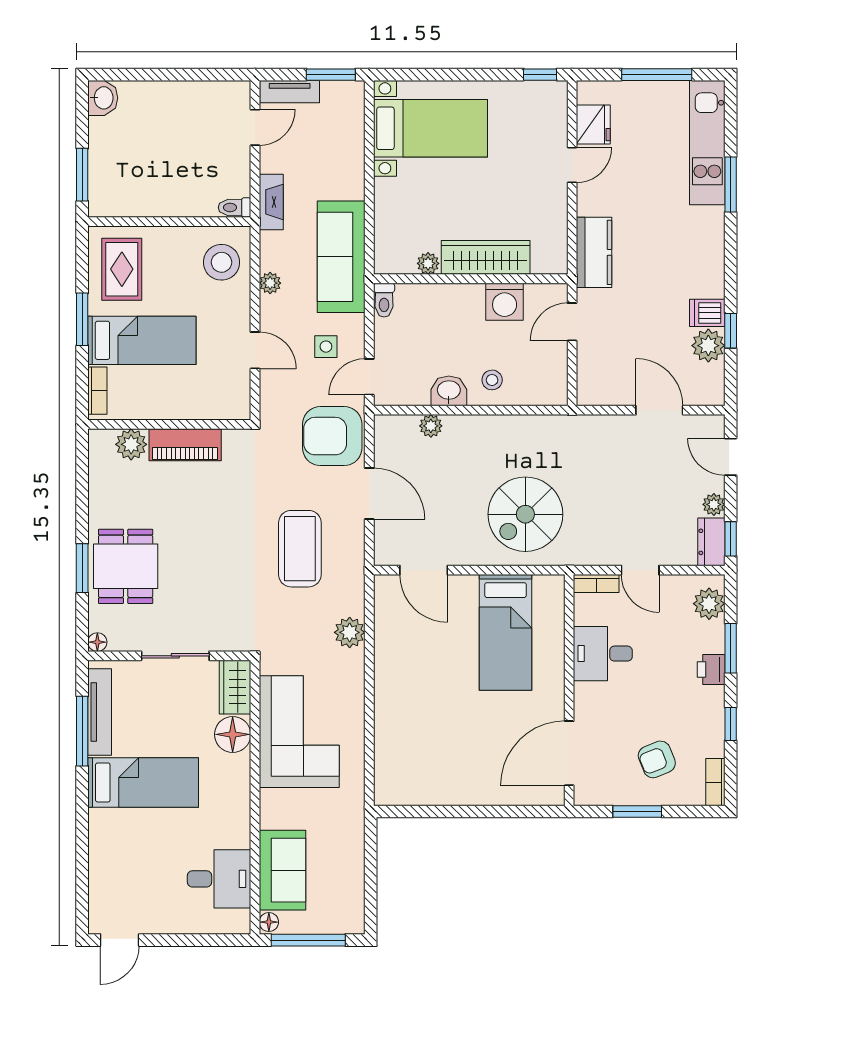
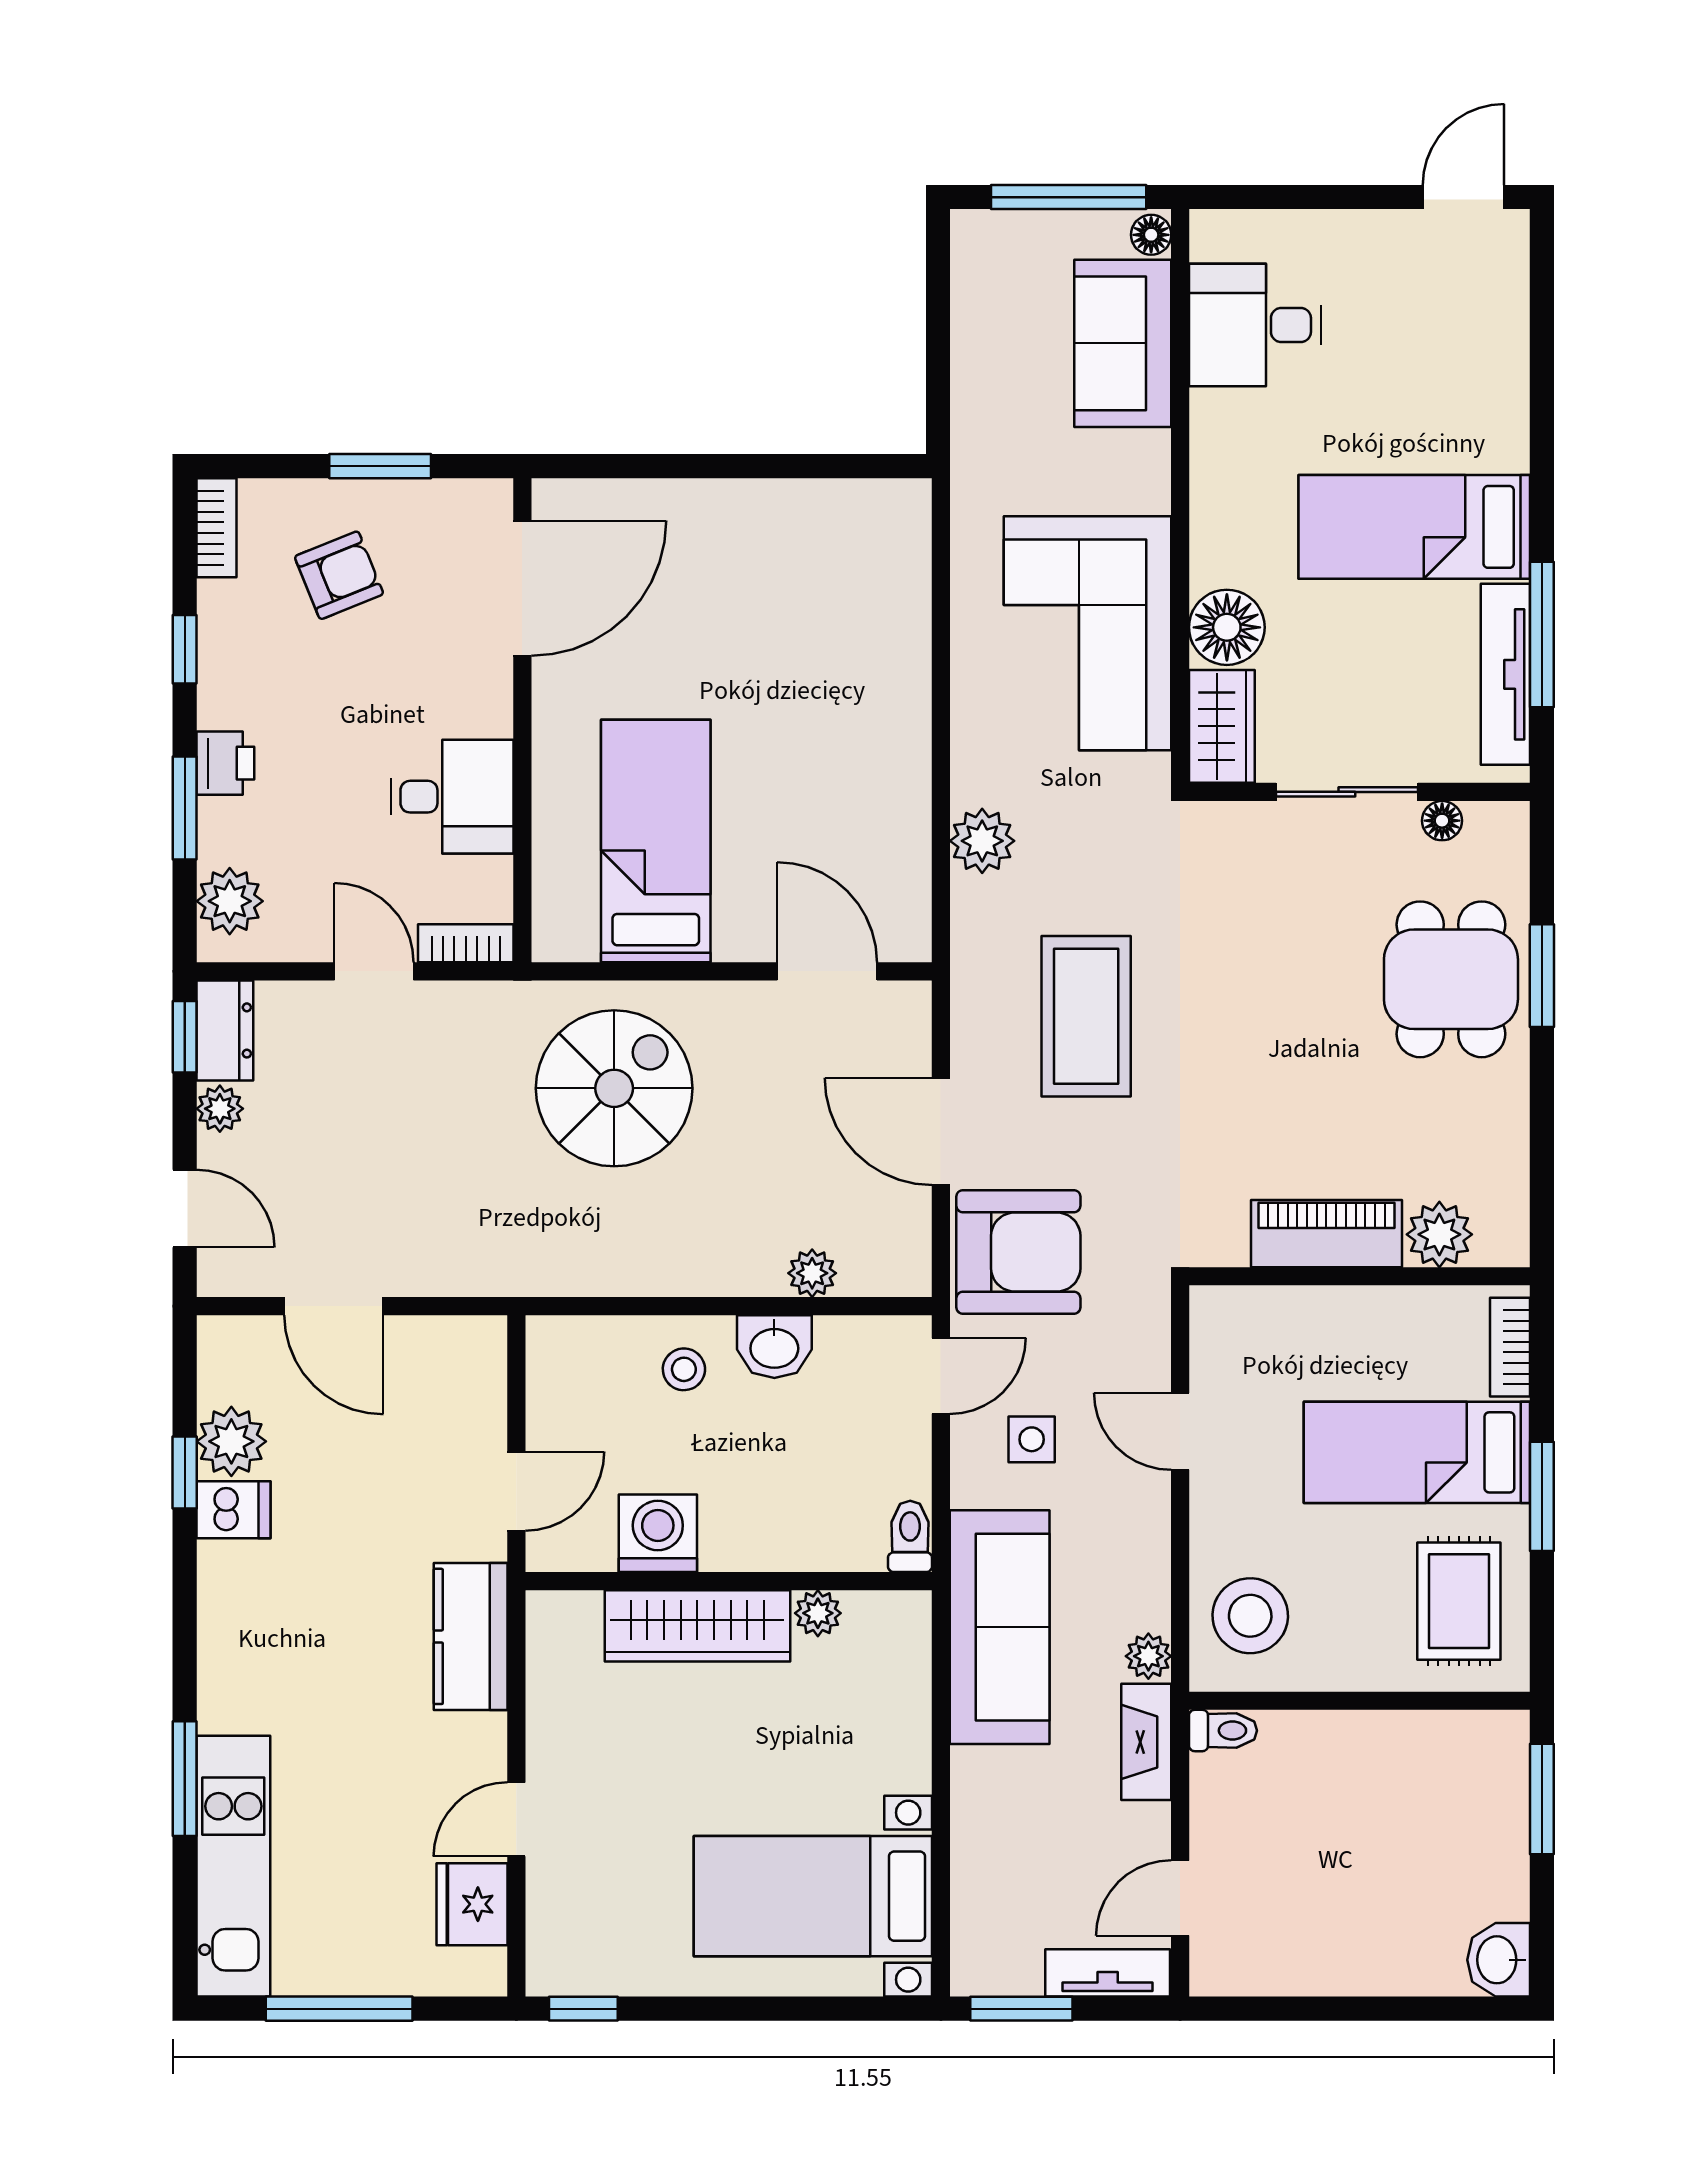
plant: (270, 283) -> (1148, 1656), moved
floor lamp: (97, 642) -> (1442, 821), moved

